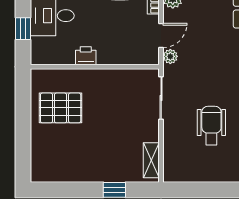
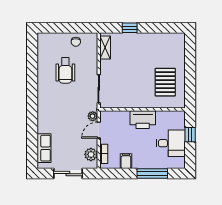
printer: (86, 56) -> (143, 120), width x1.87, depth x1.48
pallet: (61, 108) -> (165, 82), turned 90
chair: (196, 169) -> (76, 42), added

